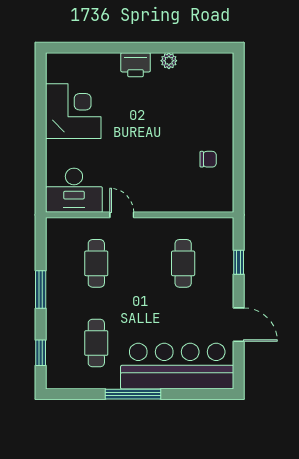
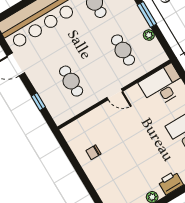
door: (122, 215) -> (115, 94), moved
plant: (53, 263) -> (149, 35), added

